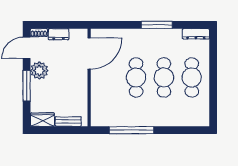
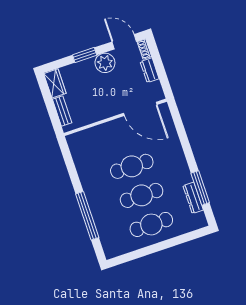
window: (157, 25) -> (200, 188), moved
dresser: (196, 34) -> (193, 198), moved
window: (27, 86) -> (85, 55), width x0.69
window: (131, 130) -> (87, 216), moved

